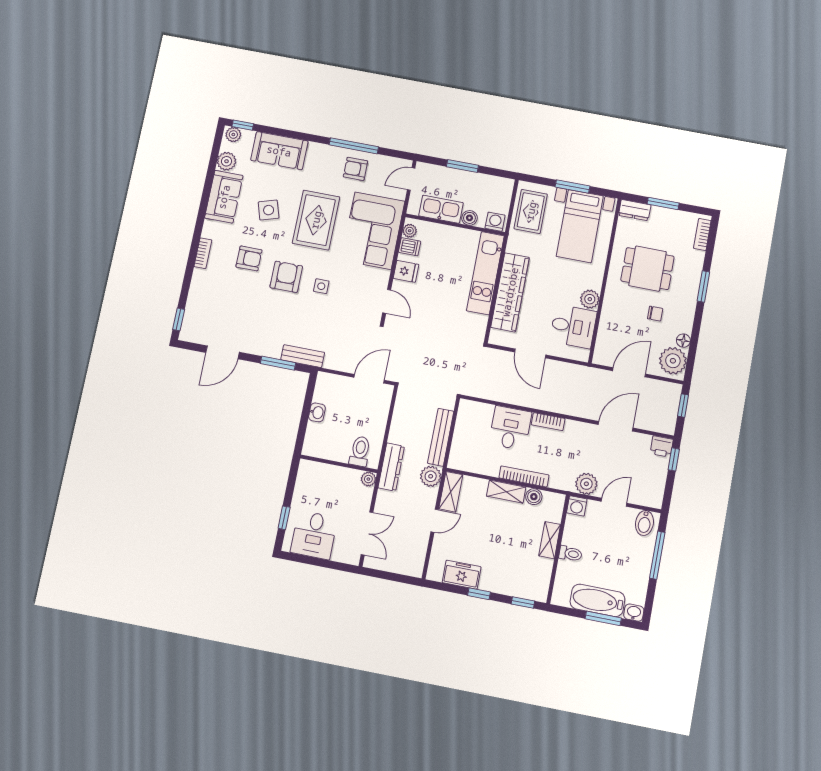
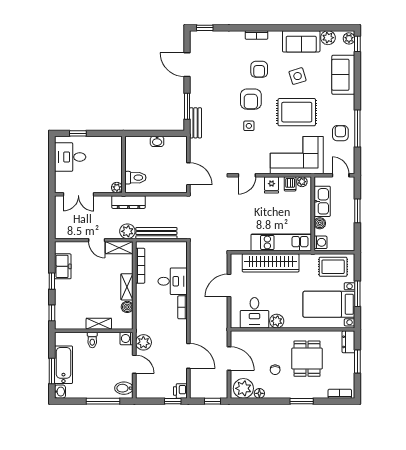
armchair: (286, 277) -> (251, 99), turned 90
bookcase: (524, 476) -> (140, 266), moved

